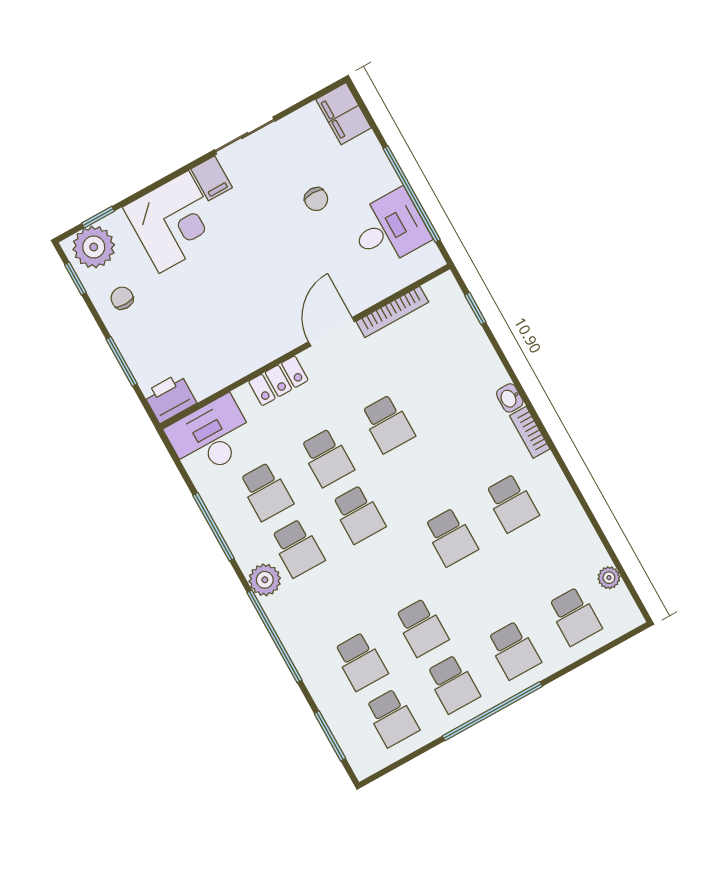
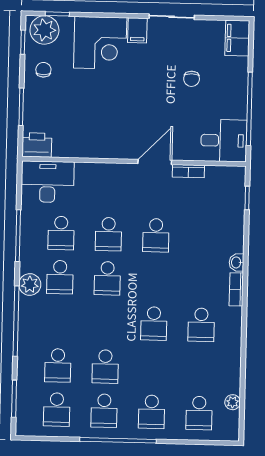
desk: (389, 228) -> (224, 141), moved
bookcase: (392, 312) -> (188, 171), width x0.64
locker: (278, 381) -> (107, 172), removed

